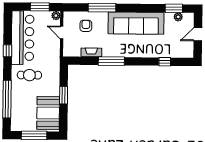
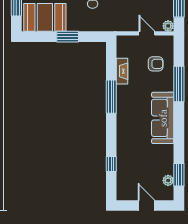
sofa: (136, 23) -> (163, 118), width x0.74, depth x0.79
door: (62, 32) -> (147, 33), hinge flipped

